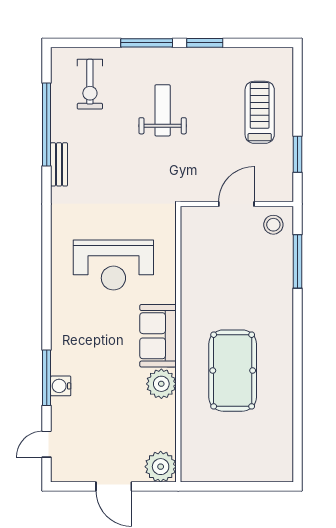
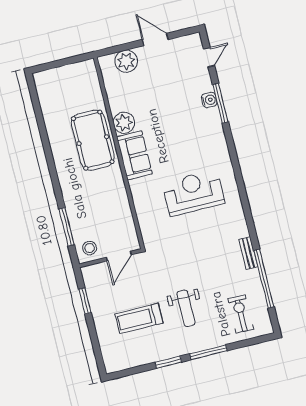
treadmill: (260, 112) -> (139, 318), moved, turned 90
sofa: (158, 336) -> (134, 155), moved
wall: (178, 344) -> (119, 153), moved
plant: (161, 384) -> (124, 123), moved

